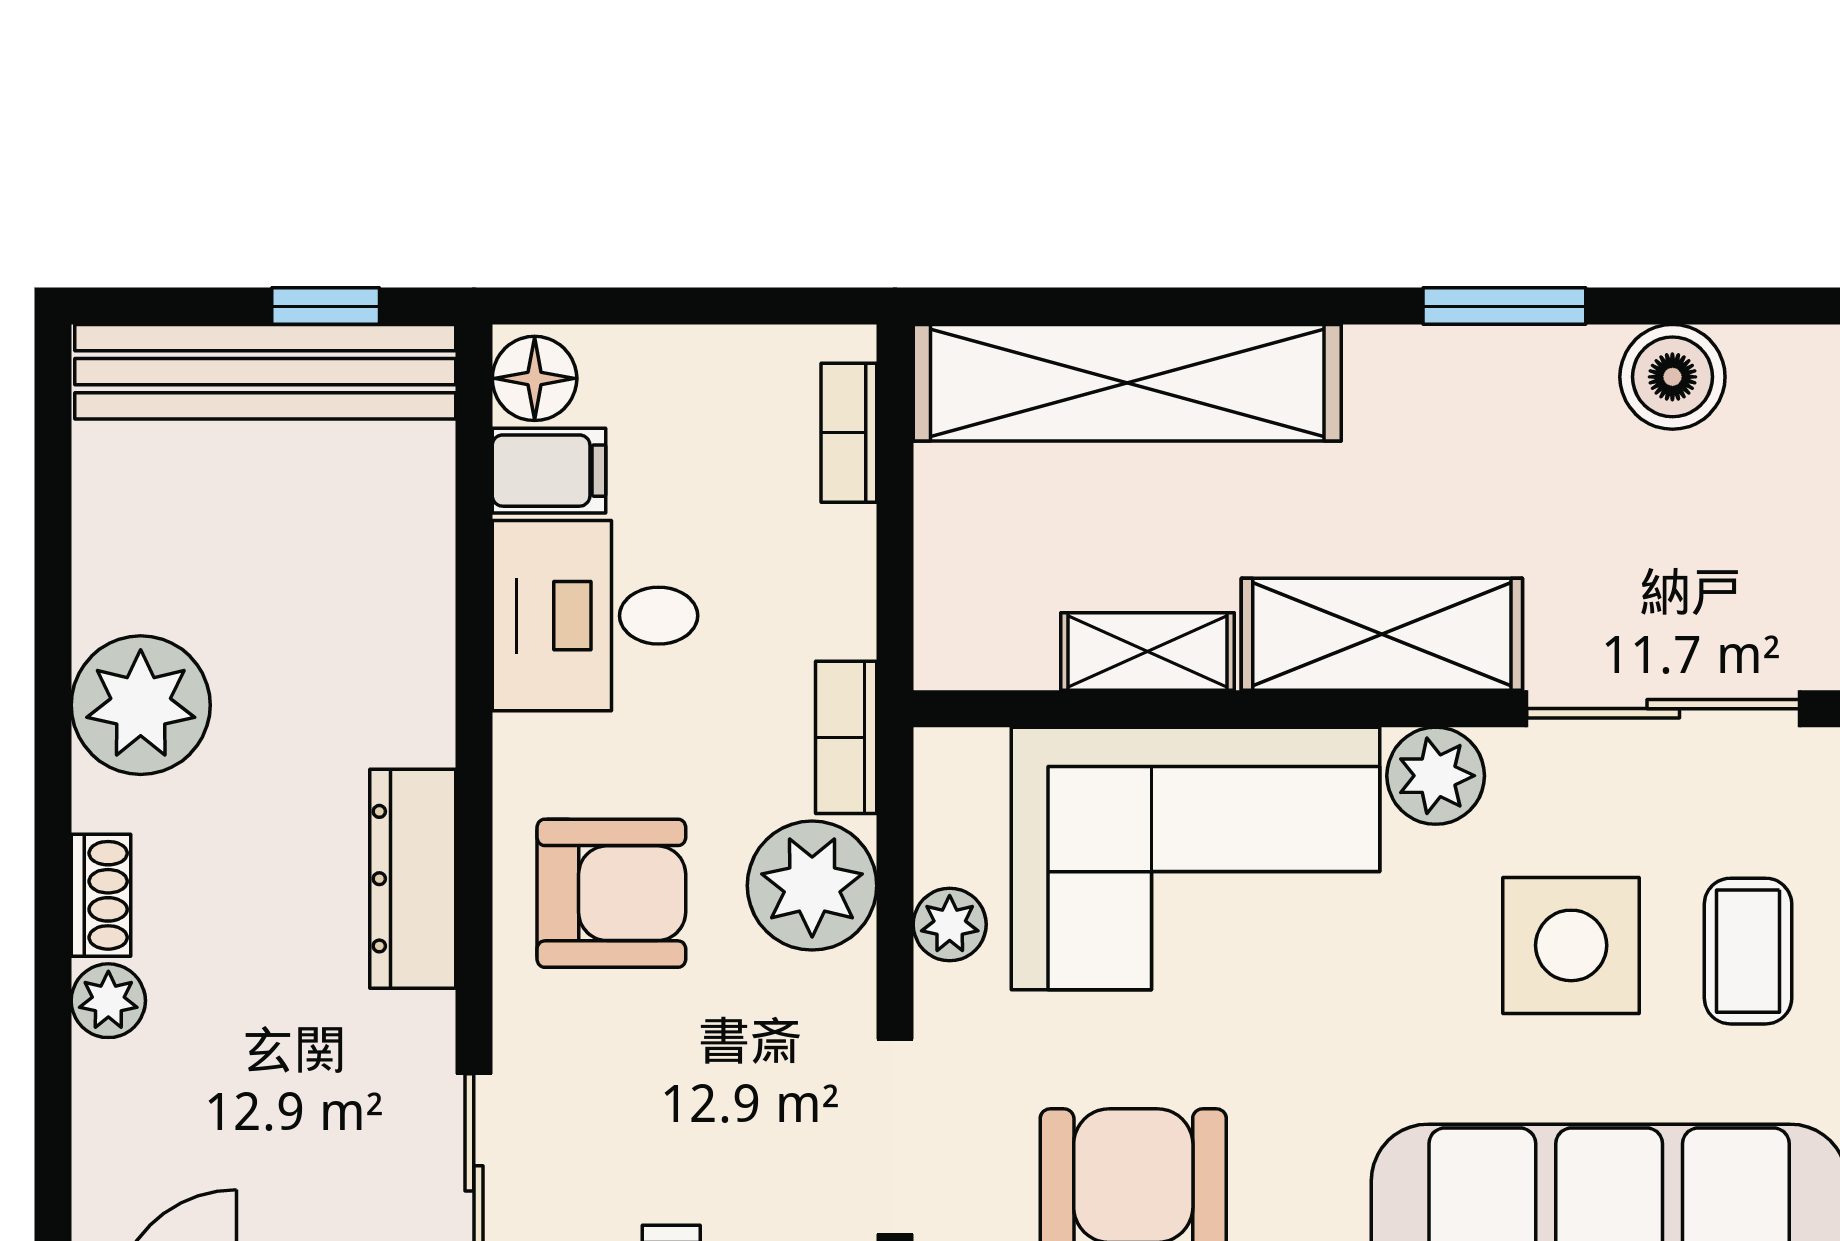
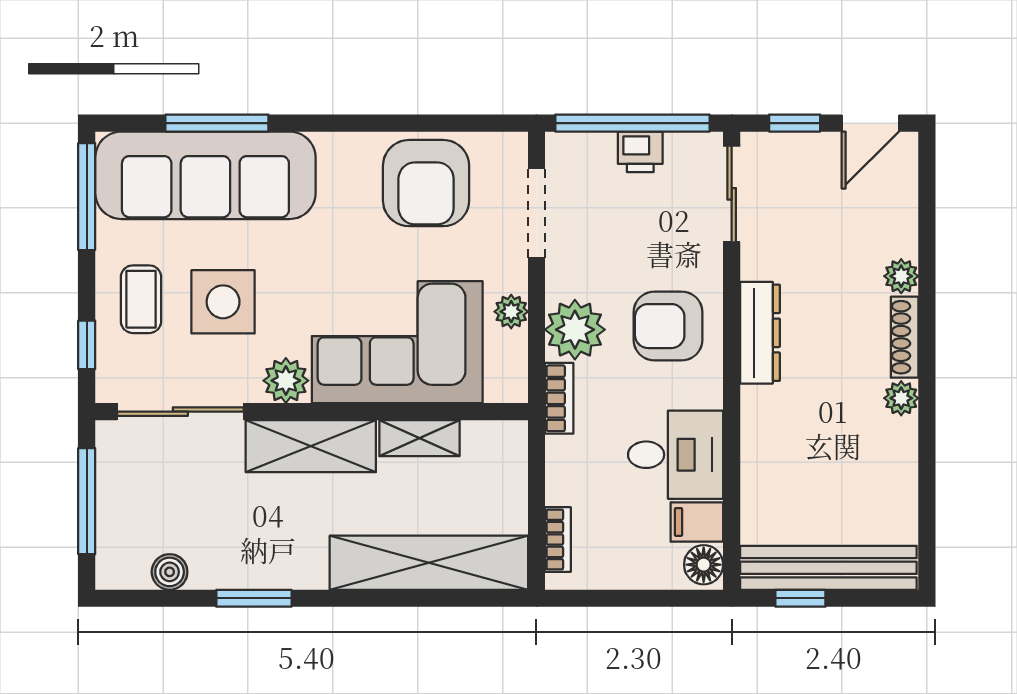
boiler: (1672, 377) -> (170, 572), width x0.73, depth x0.73
plant: (141, 705) -> (901, 398), width x0.53, depth x0.53
shoe rack: (101, 895) -> (905, 337), width x1.43

